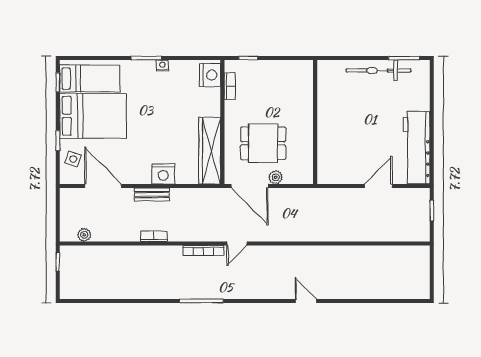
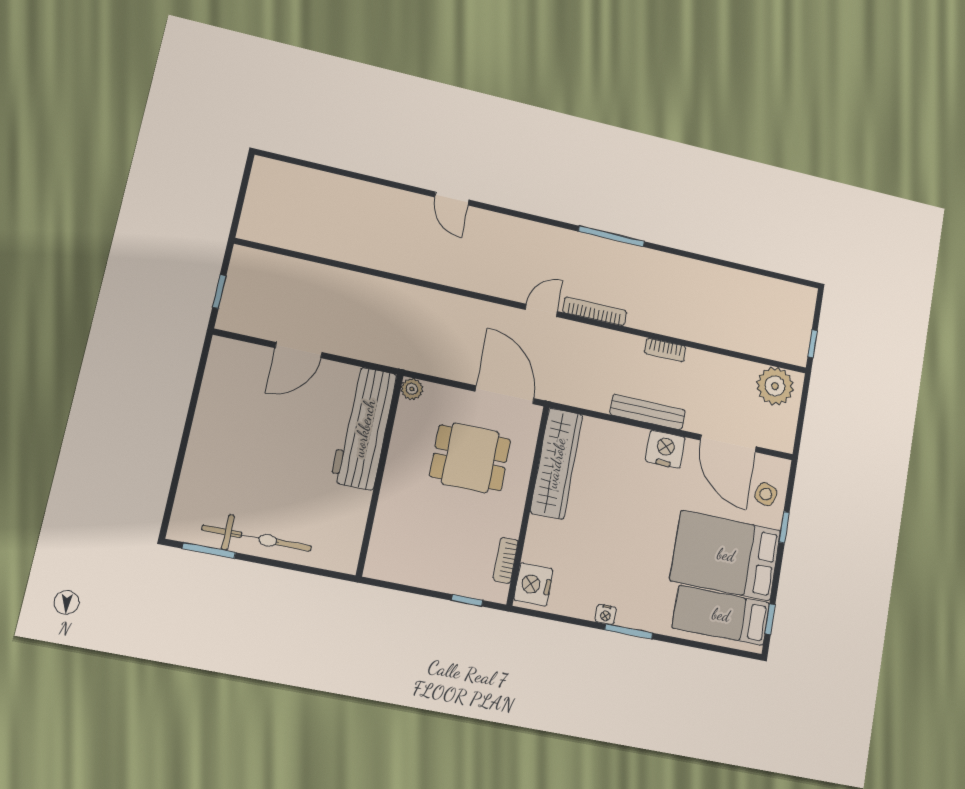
workbench: (417, 148) -> (364, 428), moved, turned 180
nightstand: (163, 174) -> (665, 449), moved
plant: (276, 177) -> (412, 389), moved
bench: (152, 195) -> (648, 412), width x1.36
plant: (84, 235) -> (775, 386), width x1.88, depth x1.88

